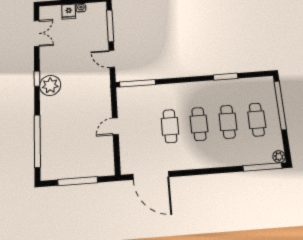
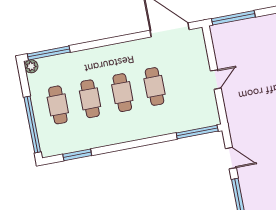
window: (226, 77) -> (77, 155), moved
window: (78, 181) -> (233, 18), moved

